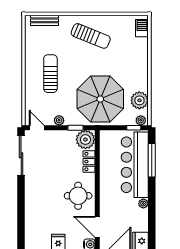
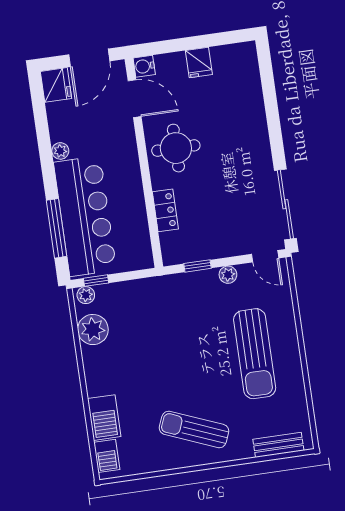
barbecue: (140, 50) -> (104, 418), added
sun lounger: (50, 74) -> (255, 354), width x1.36, depth x1.34
parasol: (100, 99) -> (161, 322), removed
plant: (85, 140) -> (177, 248), removed

